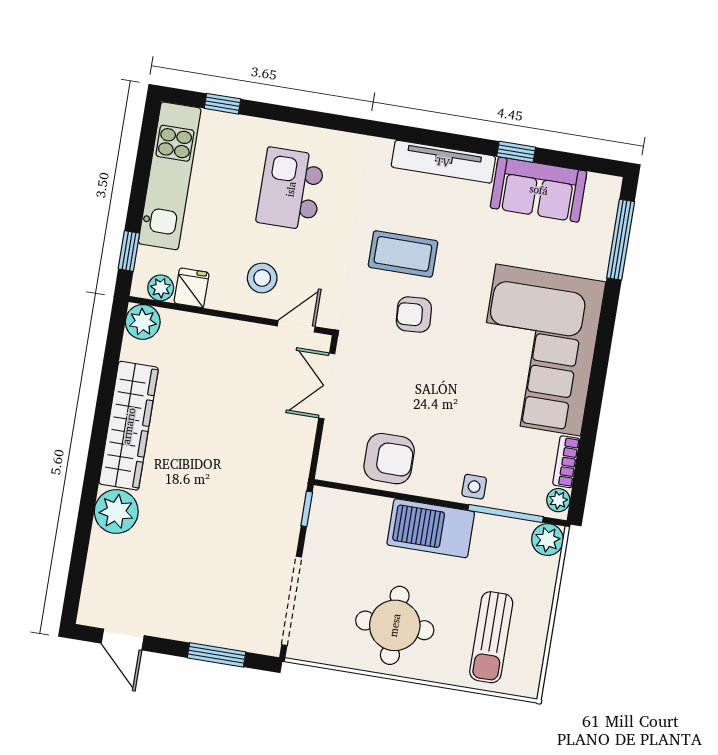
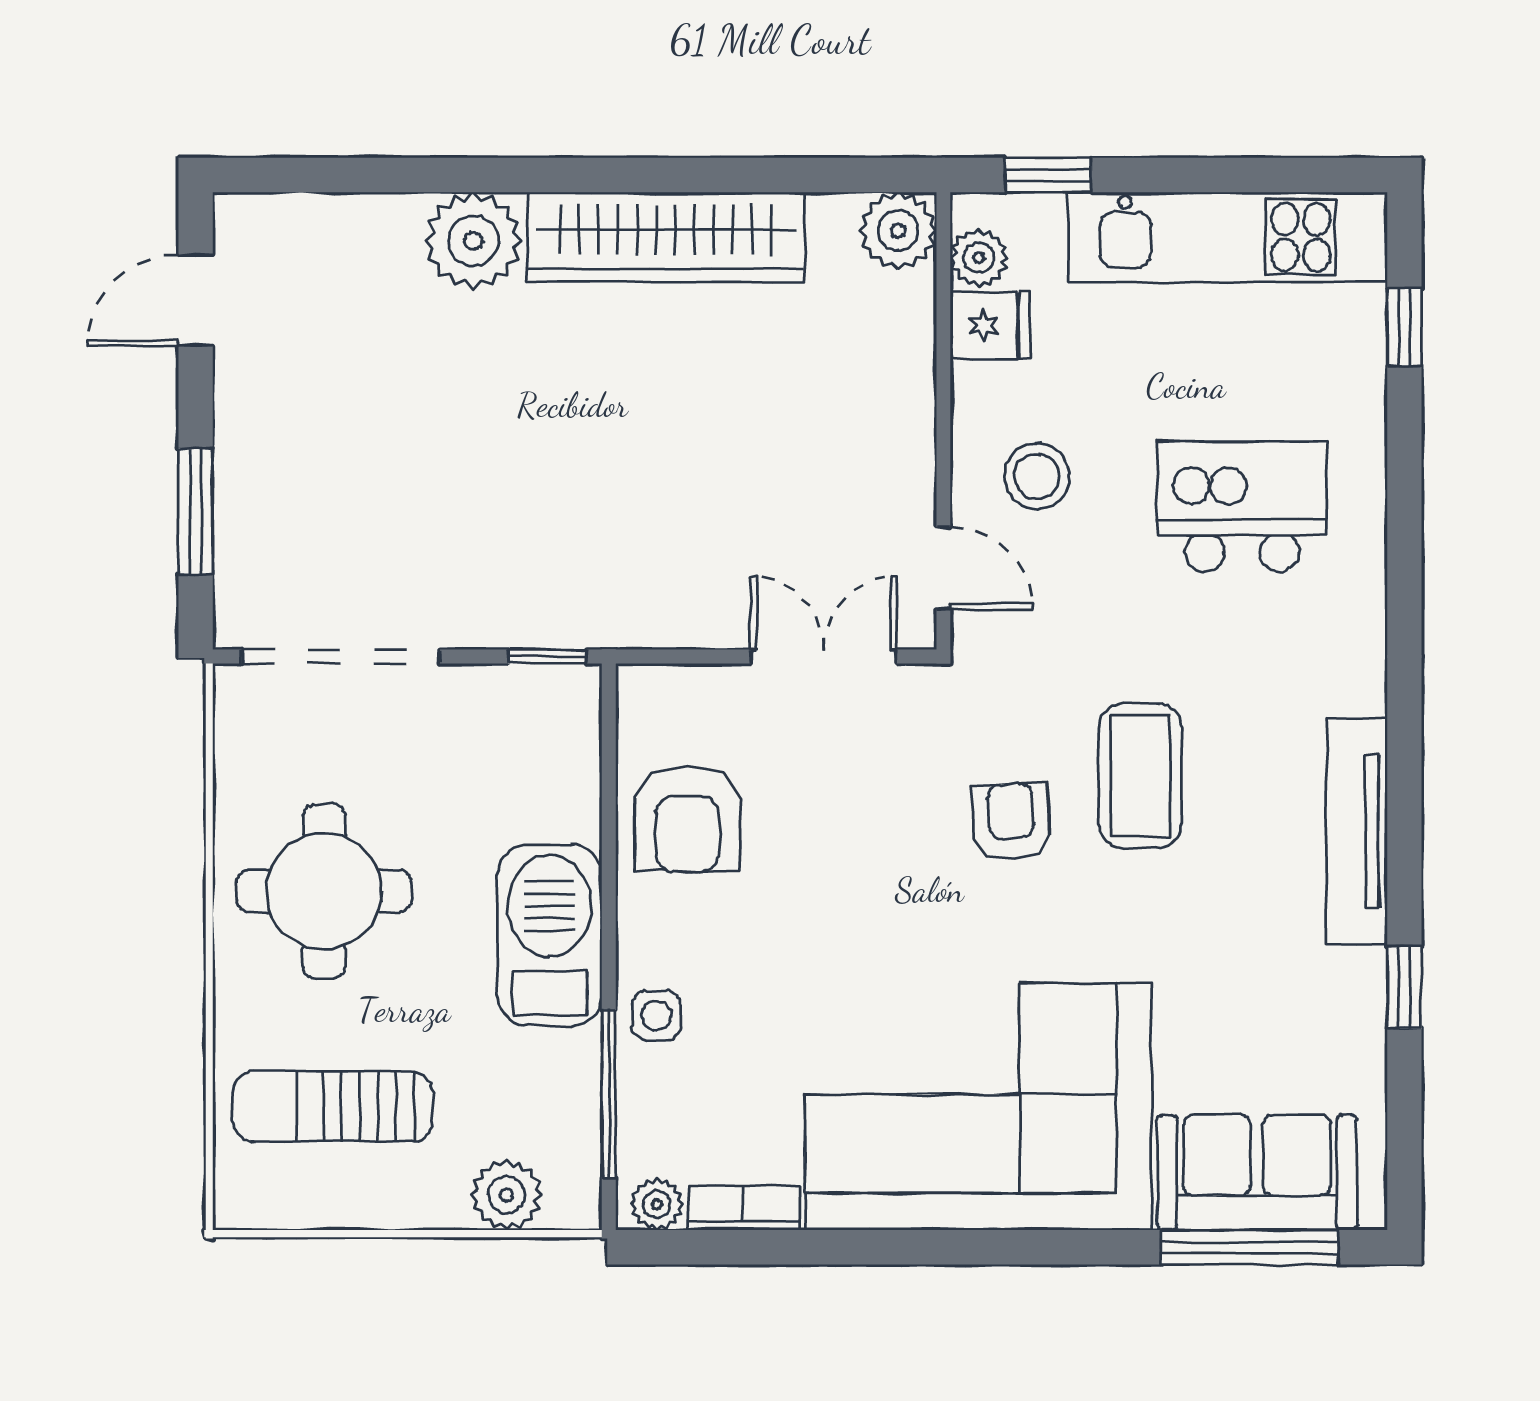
sofa: (539, 190) -> (1257, 1173), moved, turned 90
plant: (548, 540) -> (507, 1195), moved

